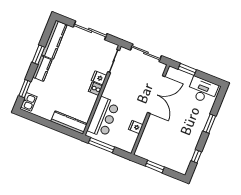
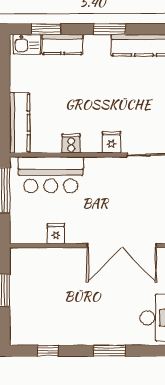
kitchen counter: (42, 69) -> (62, 45), moved
cooker: (95, 89) -> (71, 144), moved

